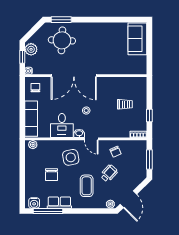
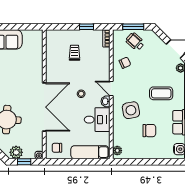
door: (91, 139) -> (111, 88), swing flipped
wheelchair: (109, 173) -> (135, 42), moved

